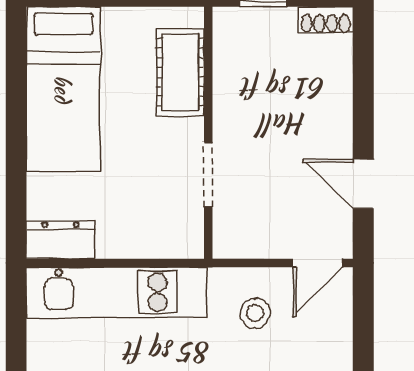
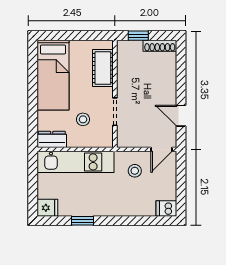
shoe rack: (326, 20) -> (160, 46), width x1.43
stool: (134, 193) -> (83, 119), added

